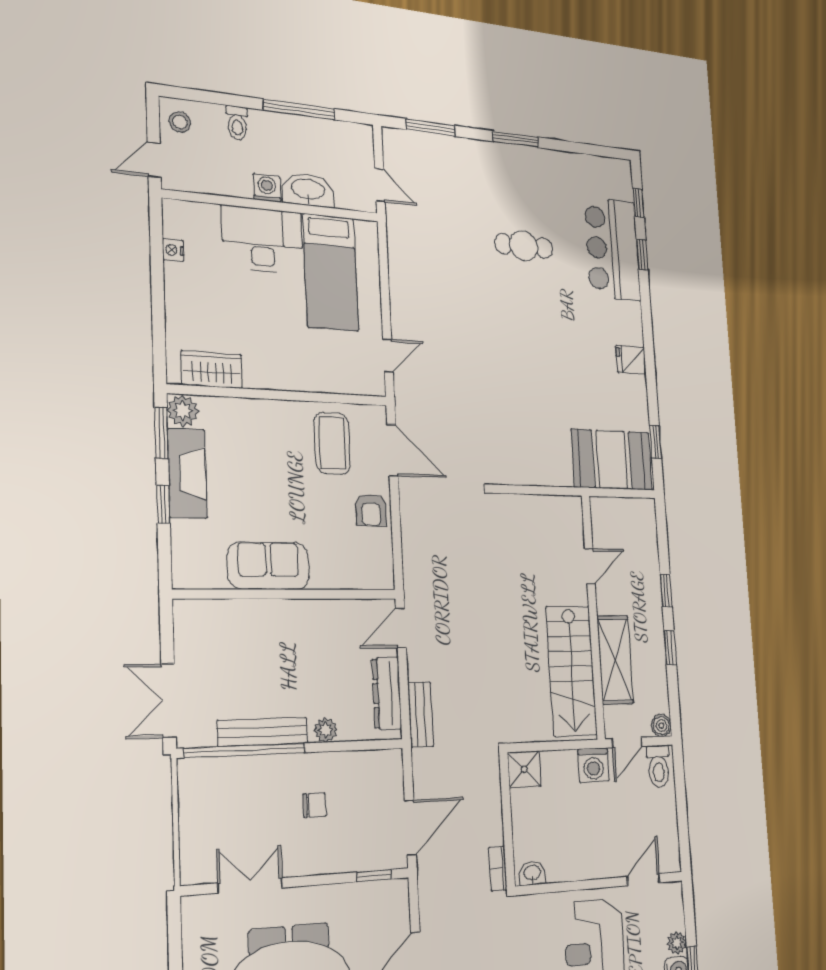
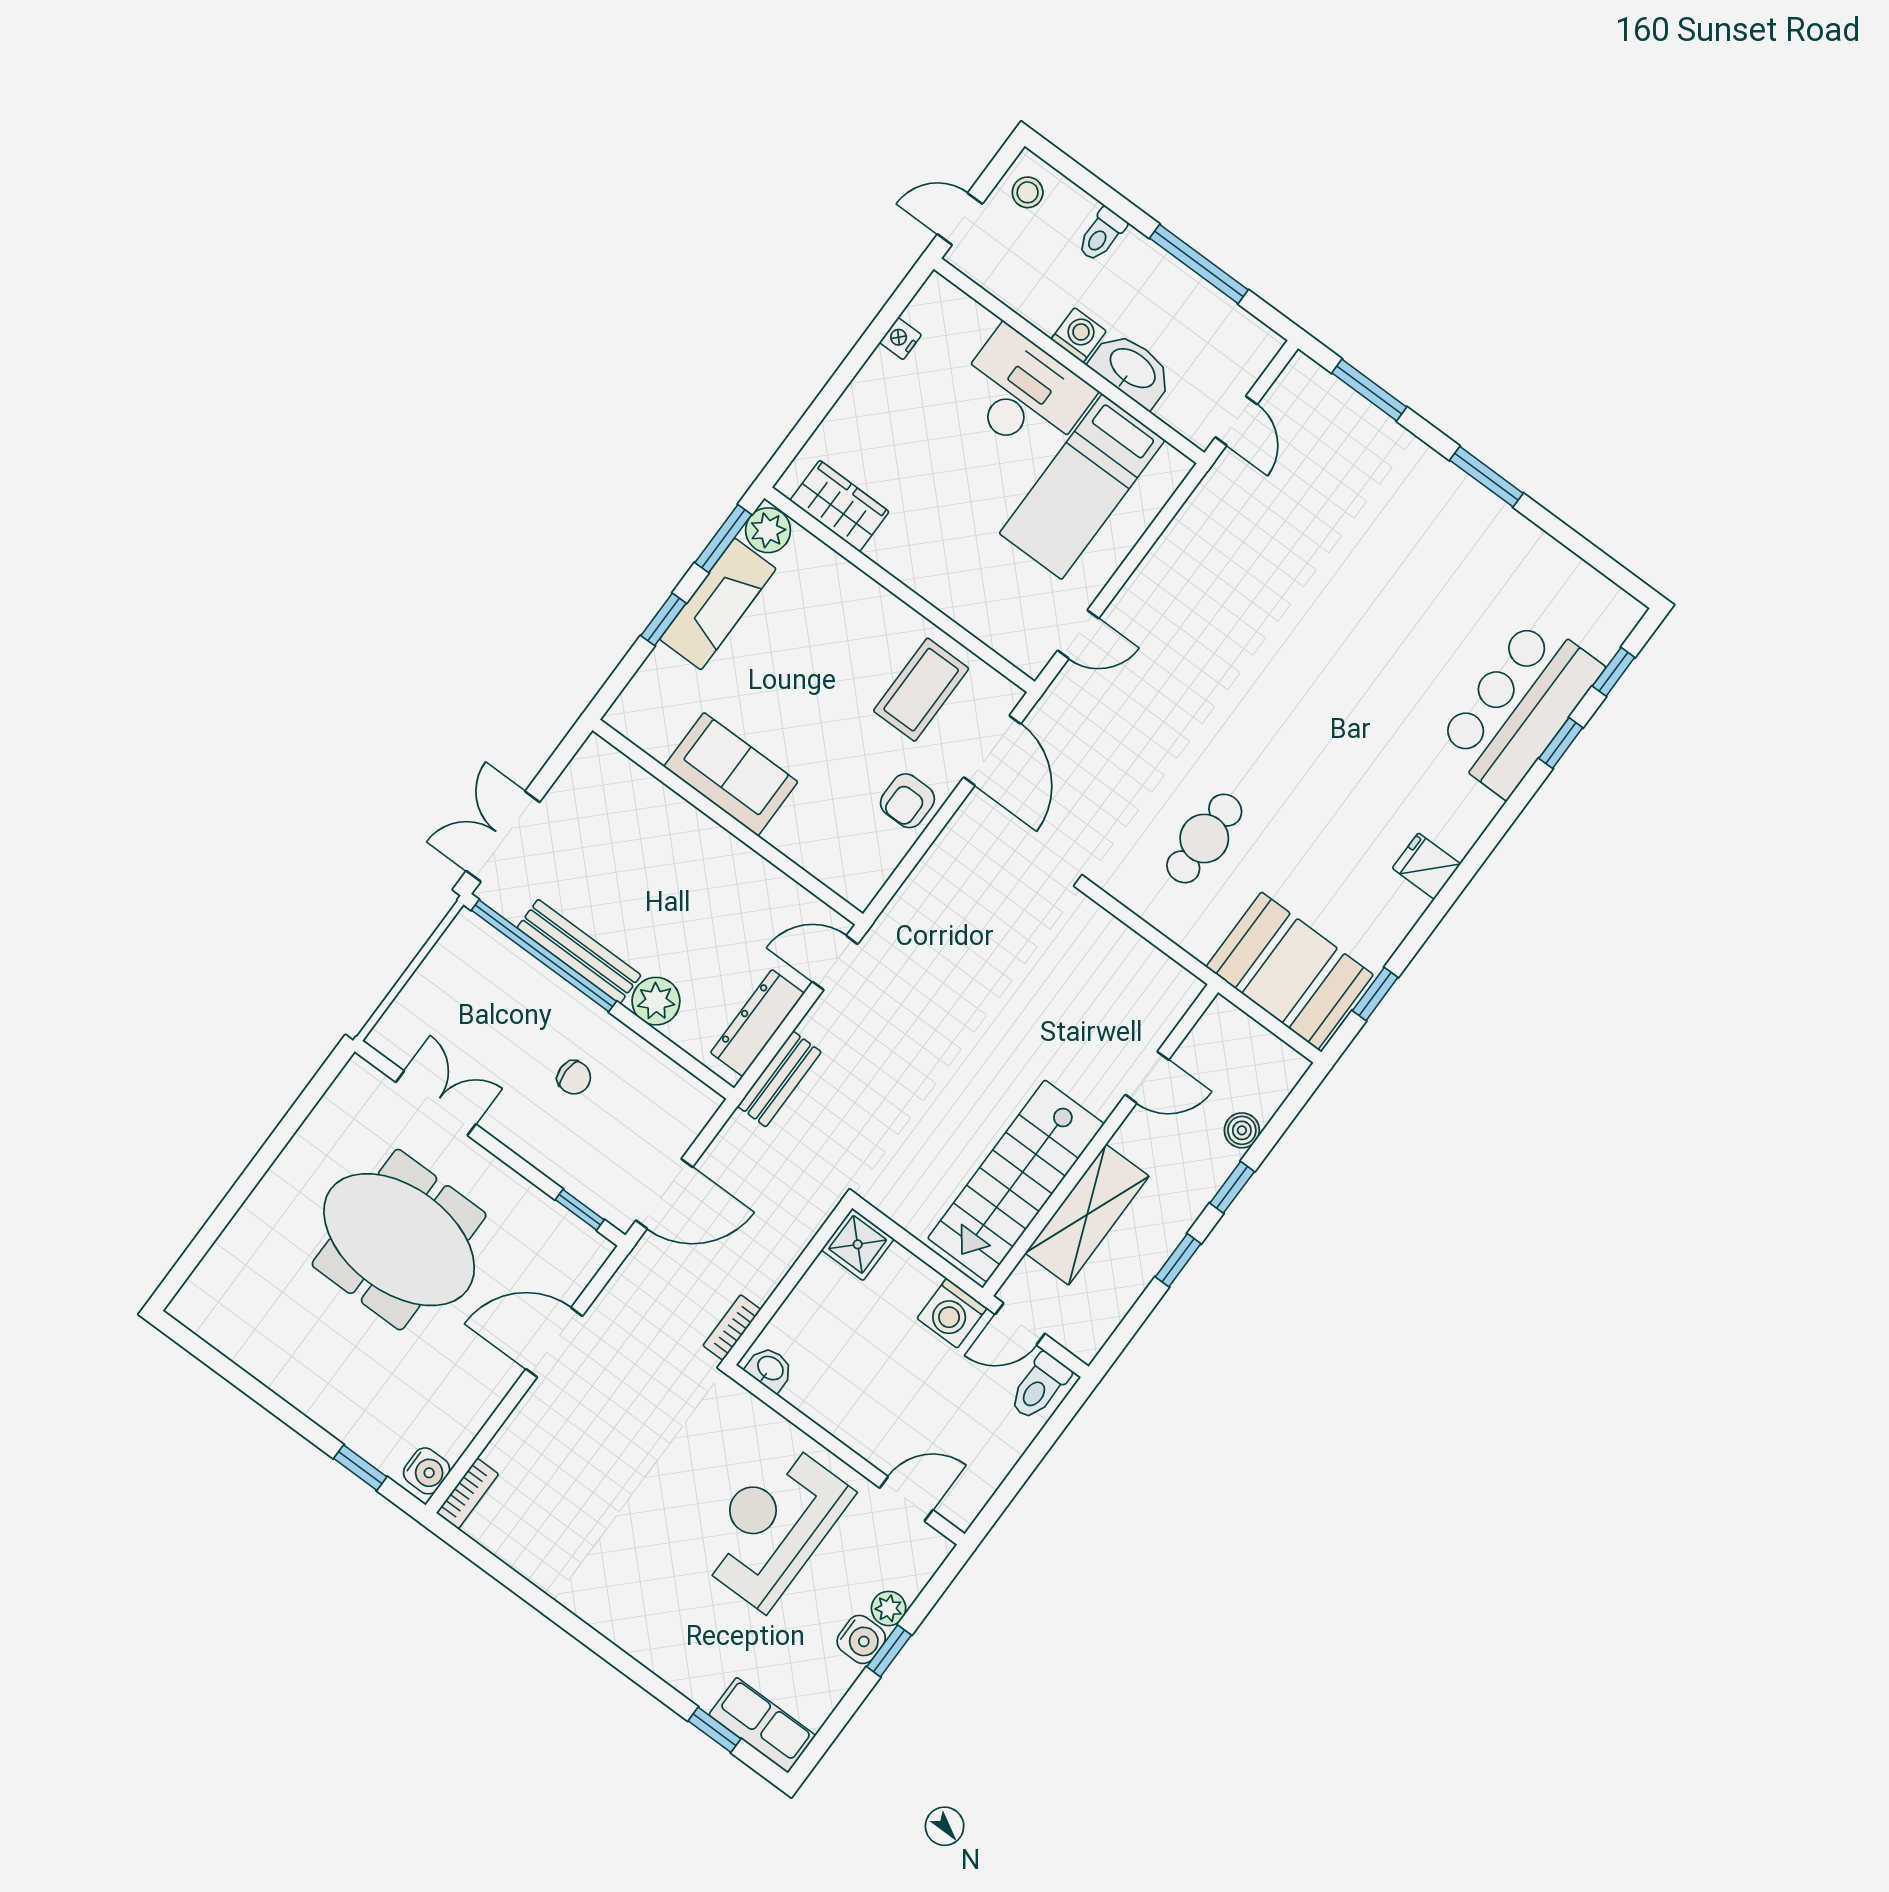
cafe table: (524, 246) -> (1204, 838), moved, turned 90
boiler: (661, 726) -> (1242, 1130), moved
plant: (326, 730) -> (656, 1001), width x1.38, depth x1.38

